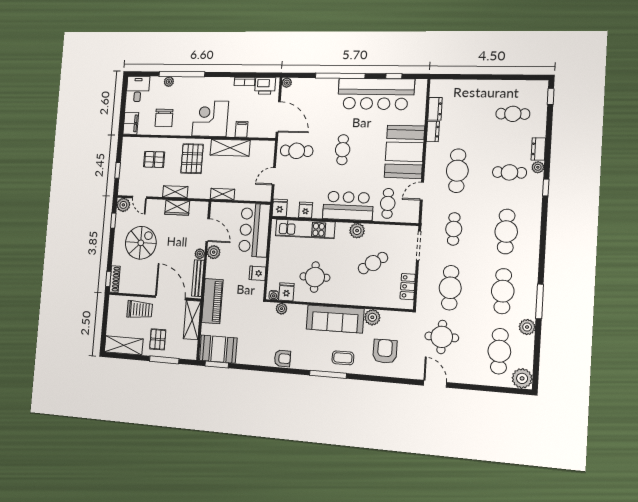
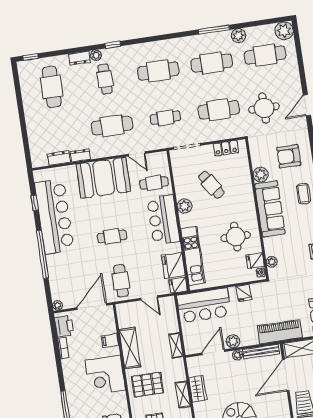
cafe table: (513, 114) -> (52, 87), width x1.37, depth x1.35
fridge: (306, 210) -> (173, 265), width x1.88, depth x1.34

